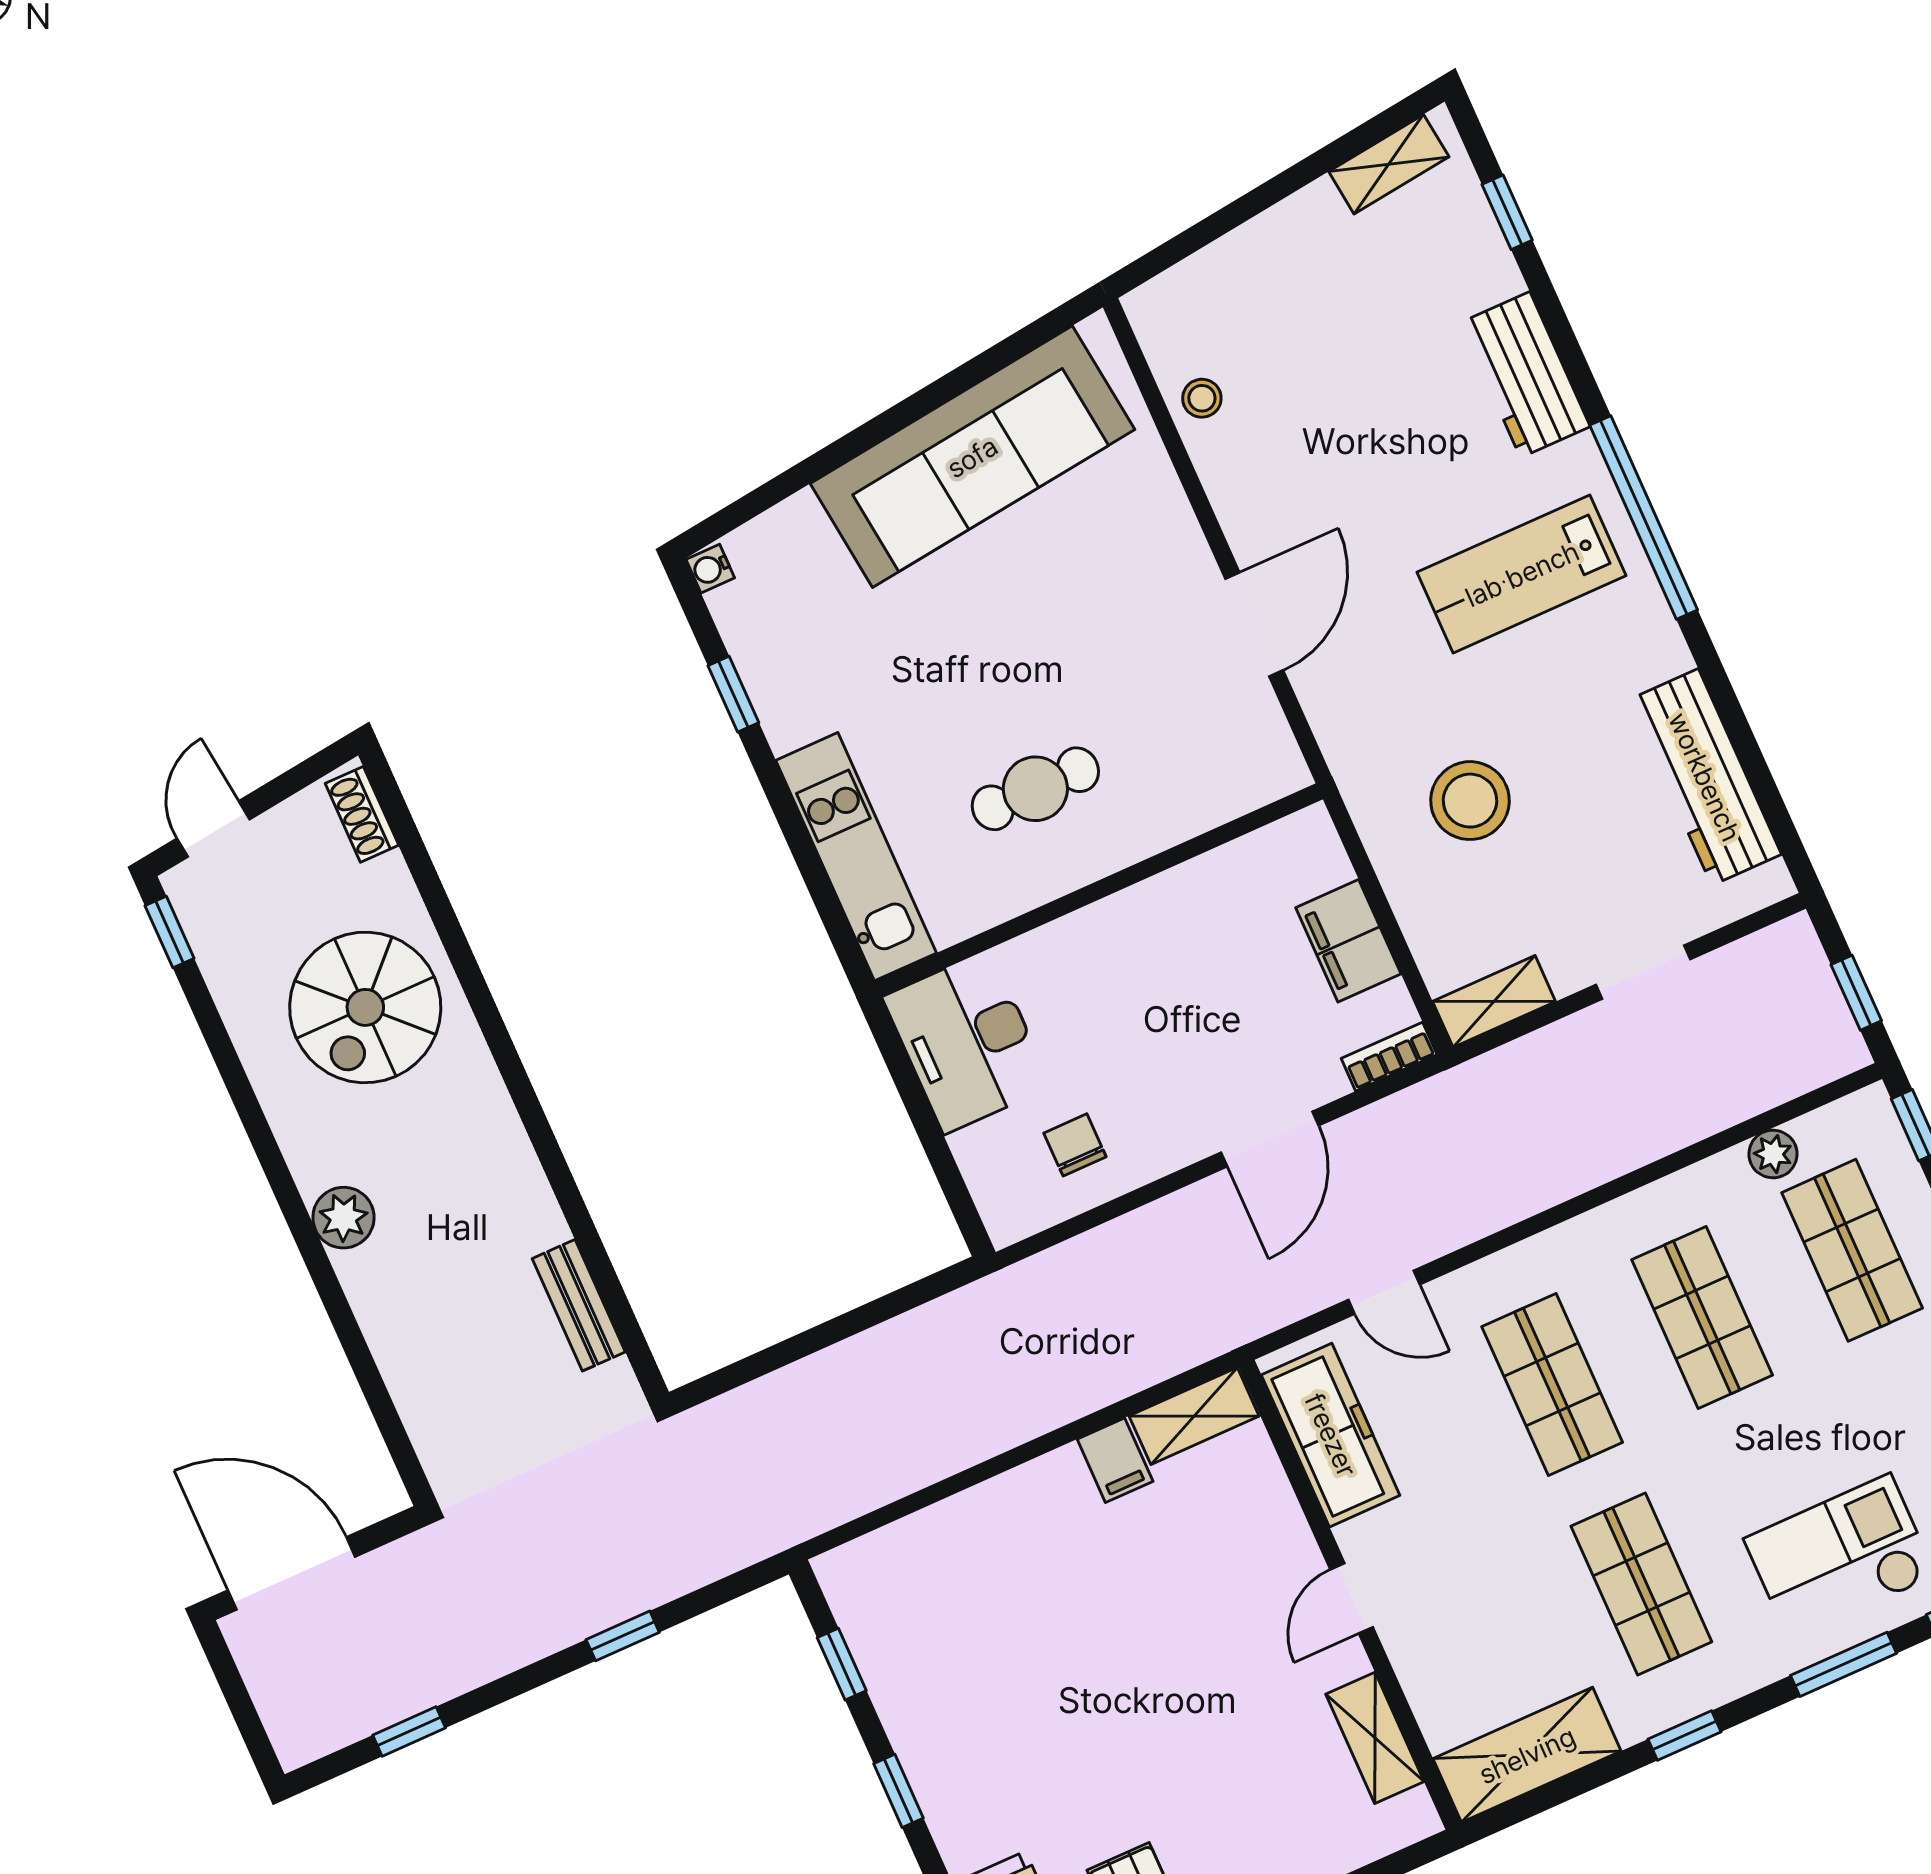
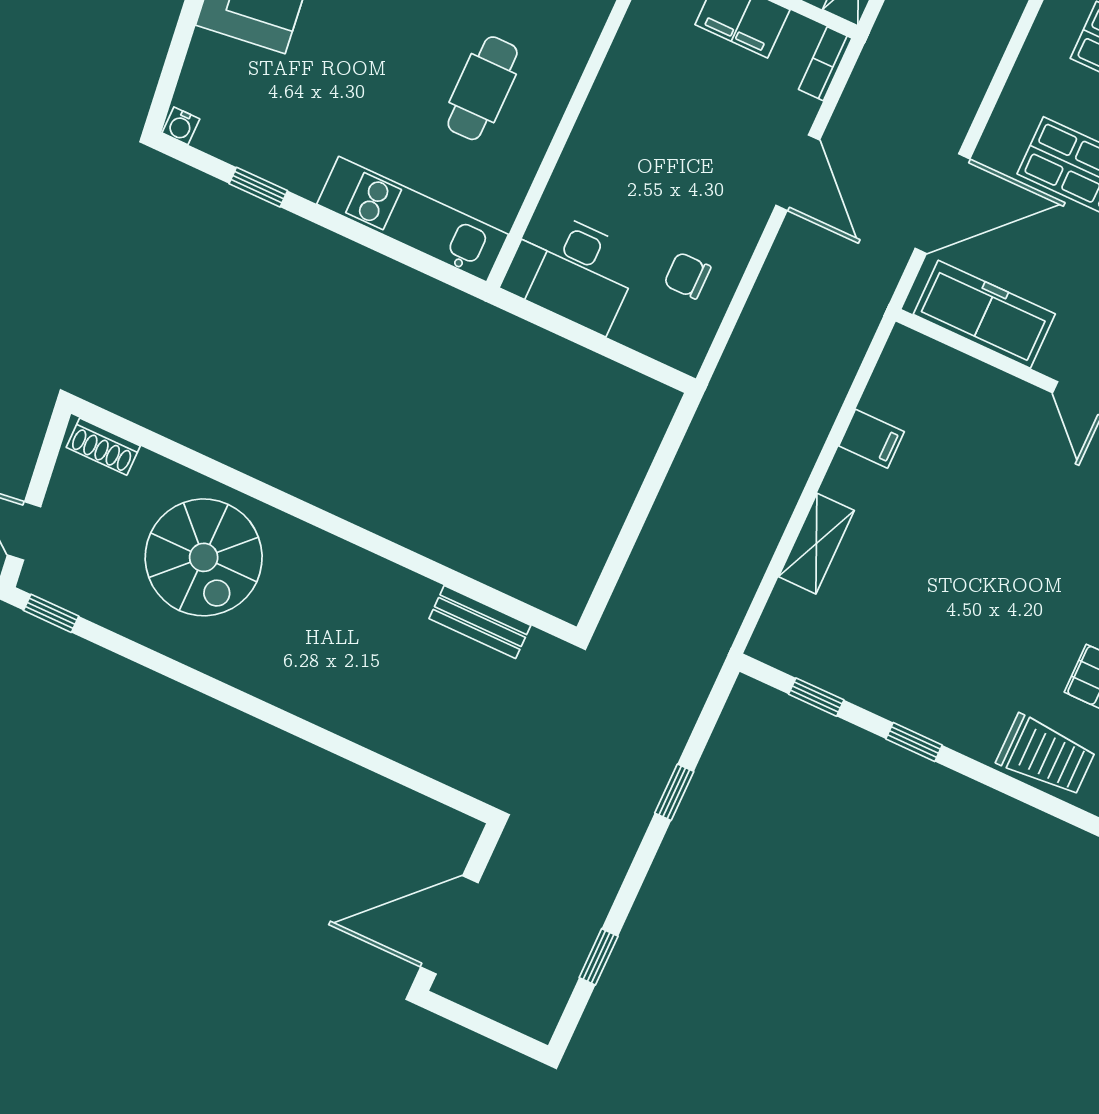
plant: (343, 1218) -> (298, 691), removed
door: (1384, 1292) -> (943, 204), width x1.87
shelving: (1194, 1416) -> (816, 544), moved

